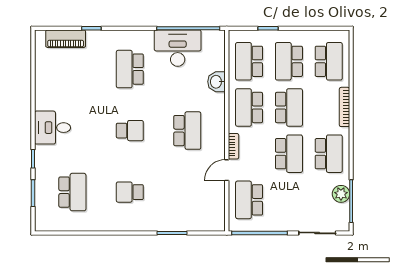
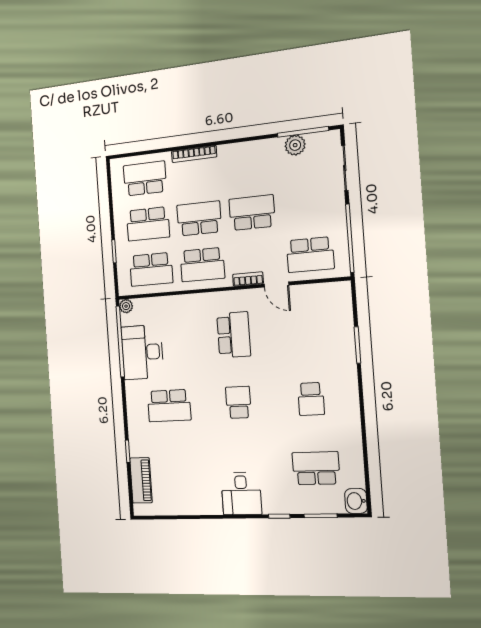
plant: (219, 36) -> (126, 306), added
washbasin: (216, 82) -> (356, 501), moved, turned 90
school desk: (187, 131) -> (234, 335), turned 90
school desk: (329, 154) -> (249, 166), removed

